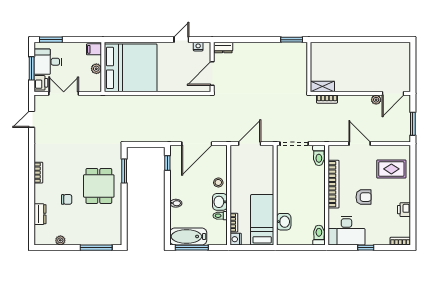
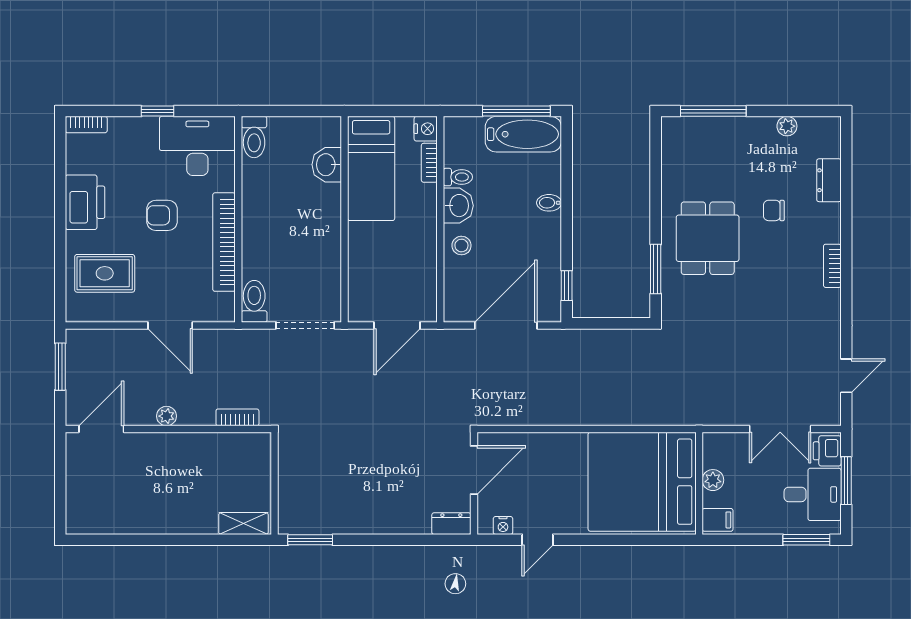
shelving: (322, 87) -> (243, 524), moved
plant: (376, 100) -> (167, 416), moved
printer: (404, 210) -> (85, 202), width x1.87, depth x1.48

